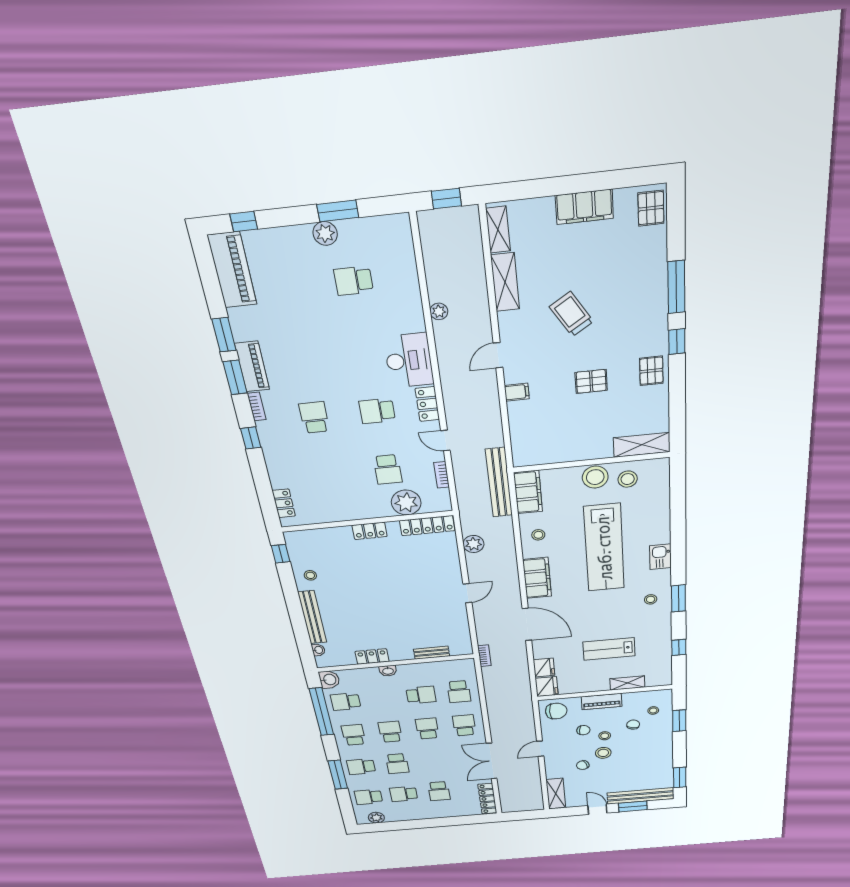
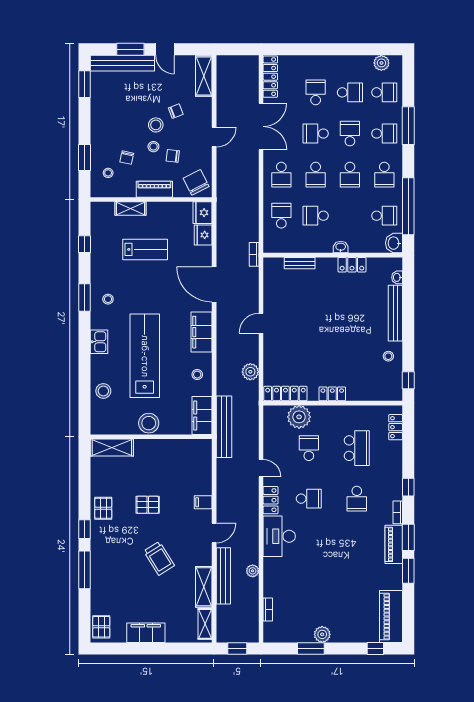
school desk: (354, 281) -> (357, 448), moved, width x1.85
bench: (479, 300) -> (223, 576), added
bookcase: (442, 475) -> (268, 610), moved
stool: (628, 479) -> (103, 391), moved
chair: (556, 711) -> (196, 182), turned 63
school desk: (433, 761) -> (316, 134), added

